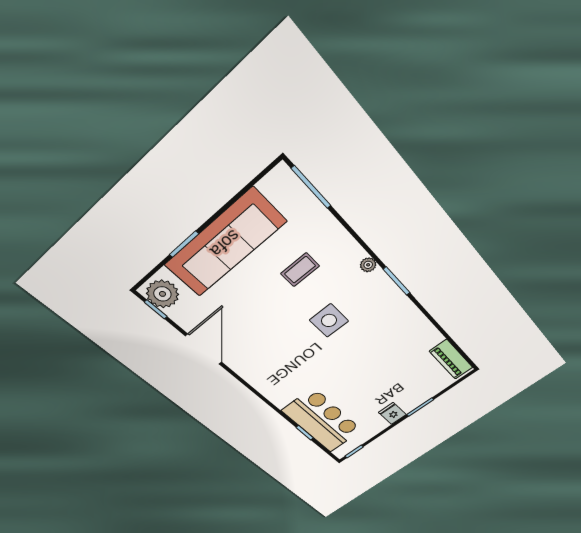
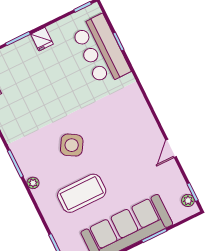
coffee table: (300, 270) -> (82, 193), width x1.86, depth x1.72
plant: (162, 294) -> (188, 200), width x0.53, depth x0.53
side table: (329, 320) -> (72, 145), turned 31
door: (204, 349) -> (171, 148), width x0.53

